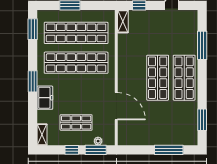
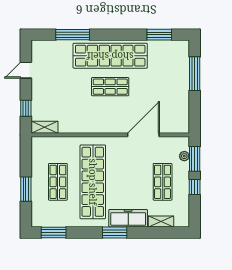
shop shelf: (76, 33) -> (58, 182), width x0.50, depth x0.74
shop shelf: (158, 78) -> (110, 87), width x0.70, depth x0.74
shop shelf: (184, 78) -> (110, 56), width x1.40
freezer: (45, 98) -> (128, 218), width x1.40
shelving: (42, 135) -> (161, 222), moved

